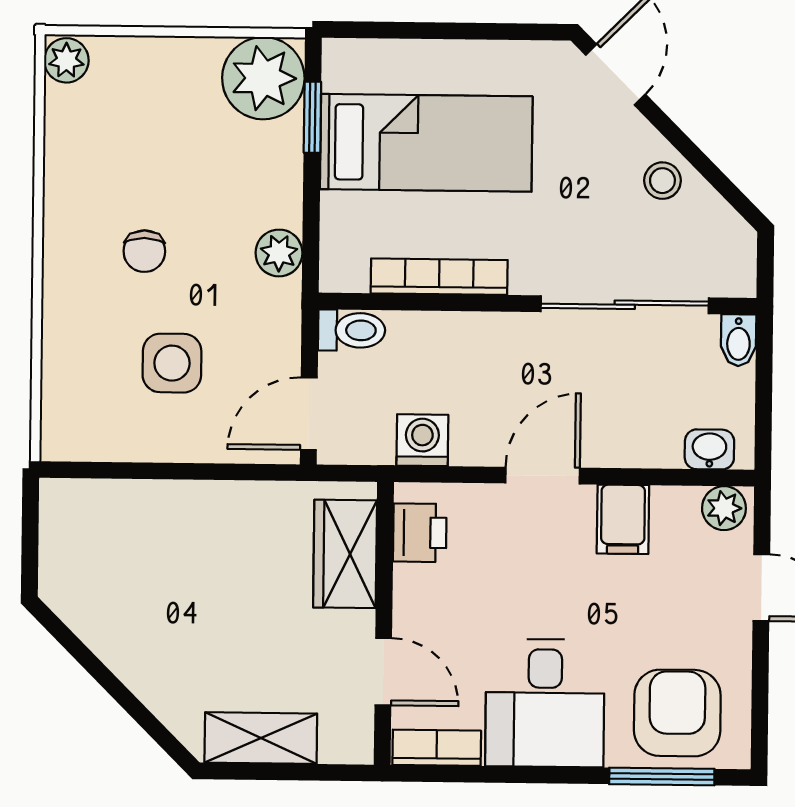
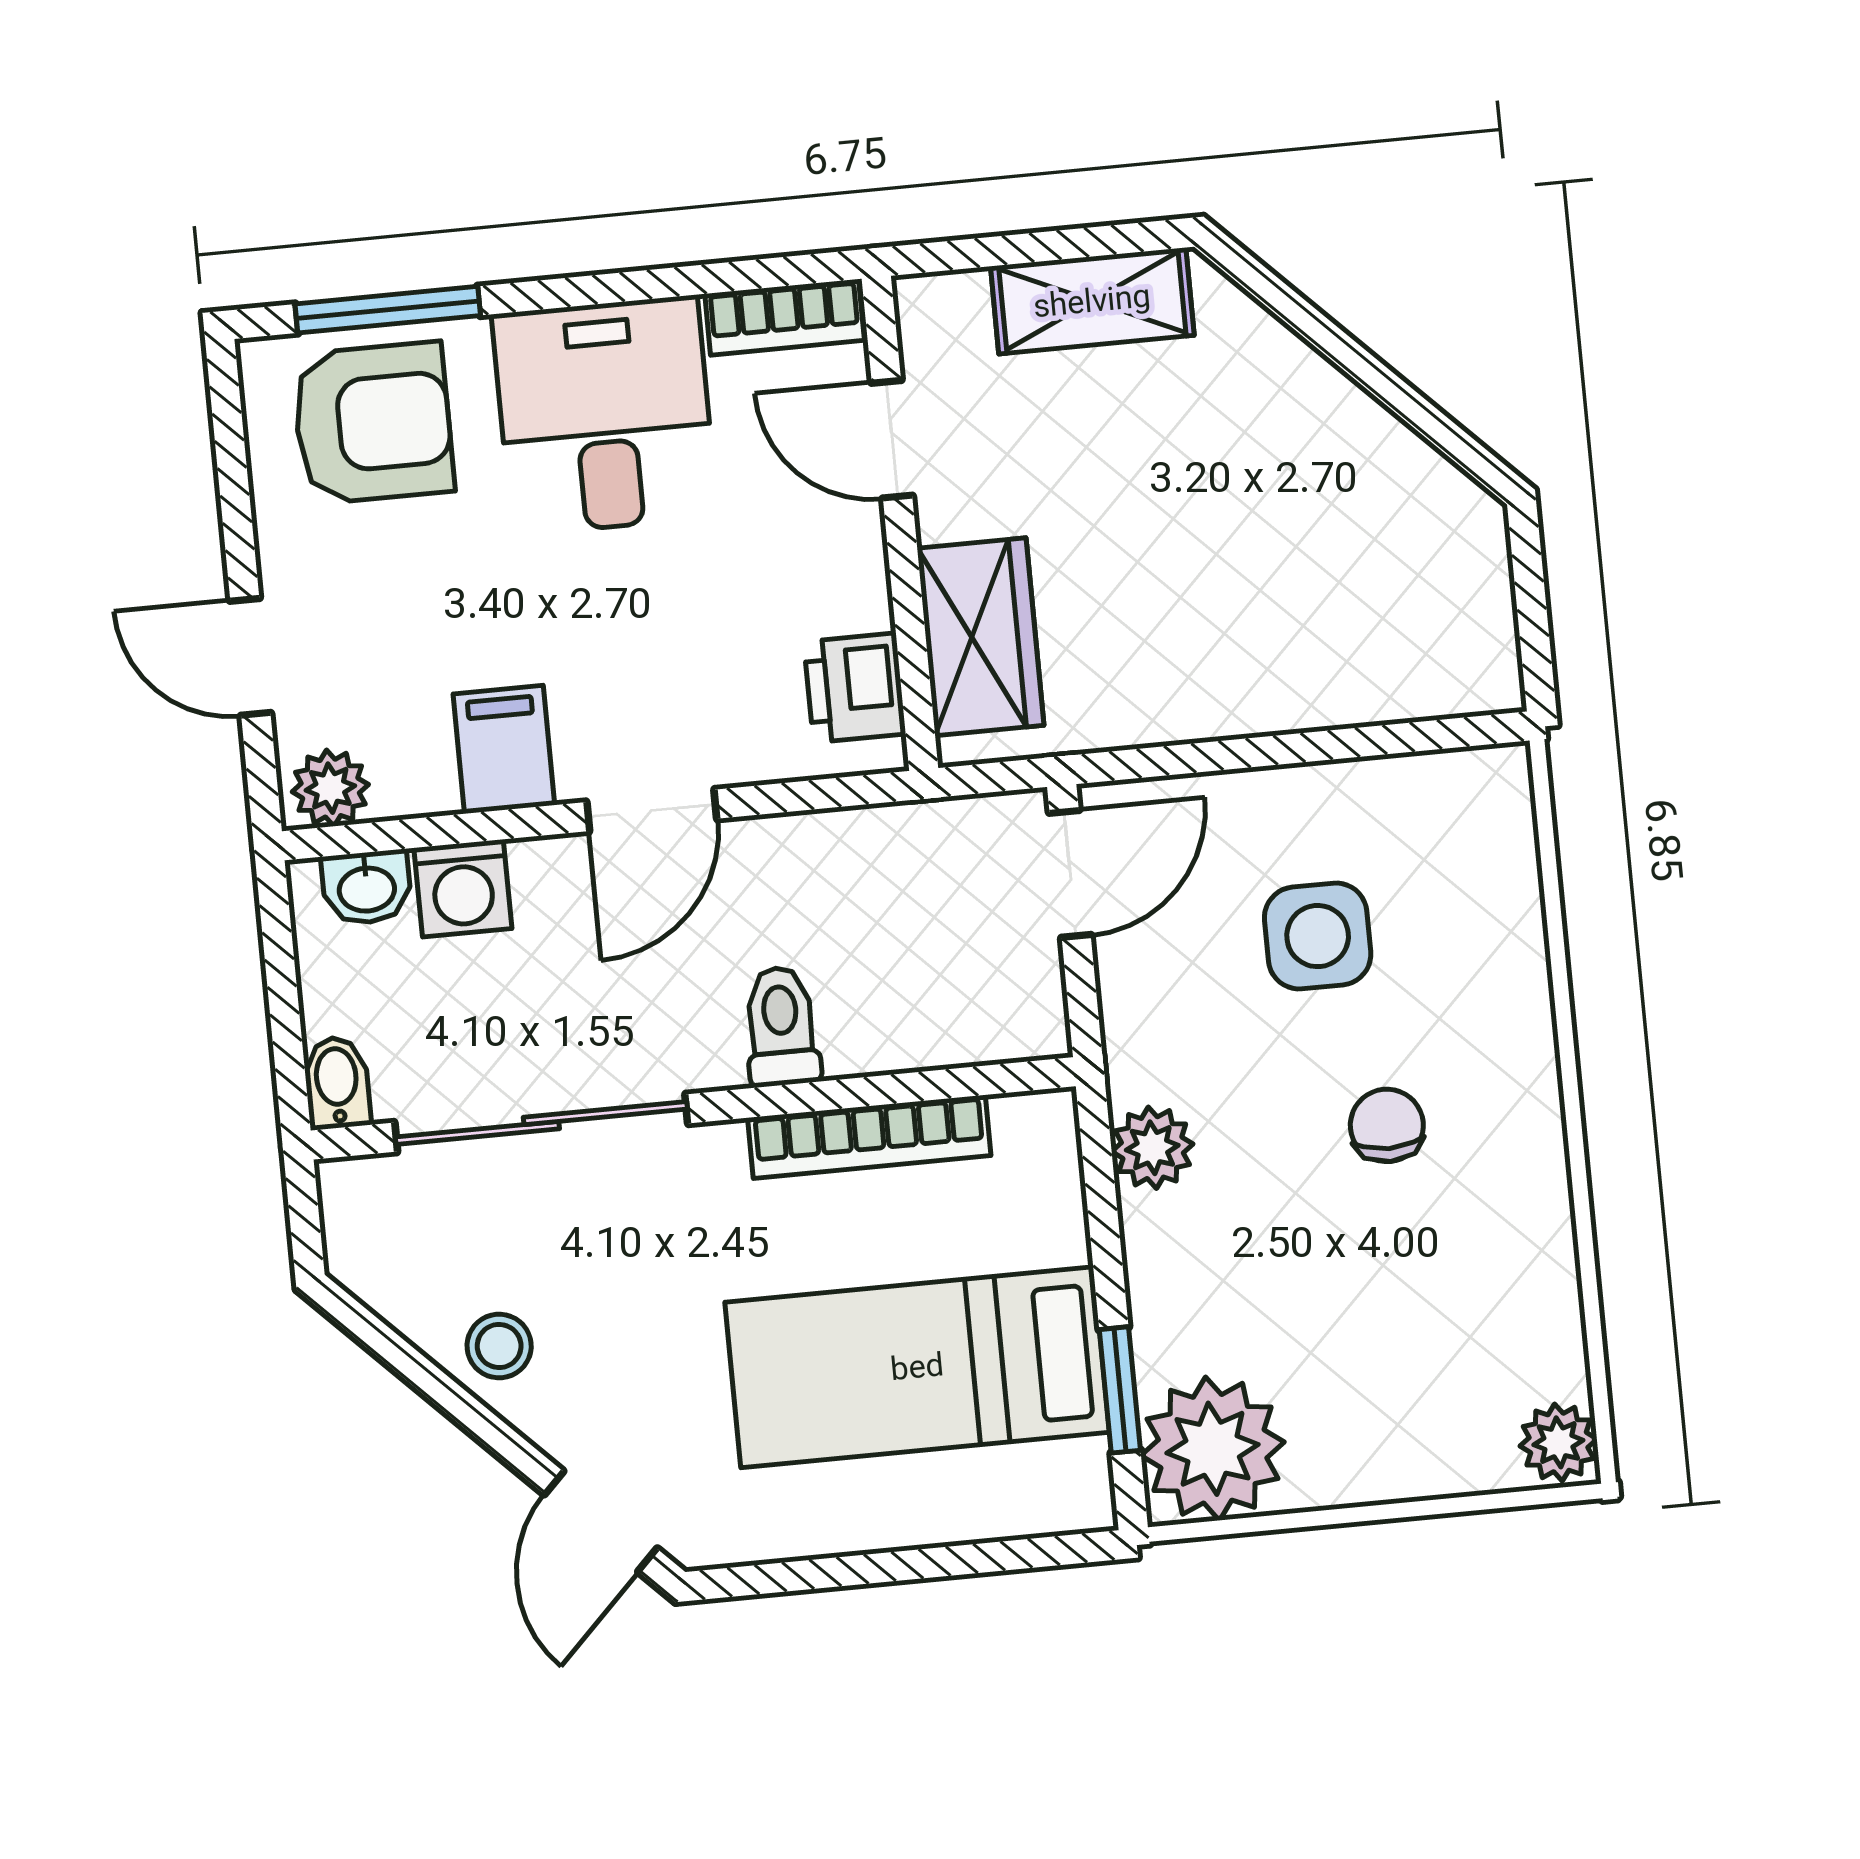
toilet: (352, 330) -> (781, 1026), moved, turned 90
washing machine: (422, 440) -> (463, 888), moved
armchair: (677, 713) -> (373, 423), turned -90

